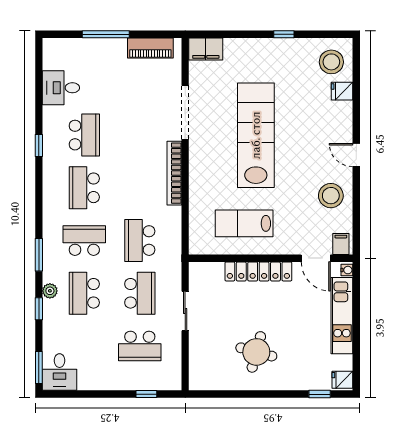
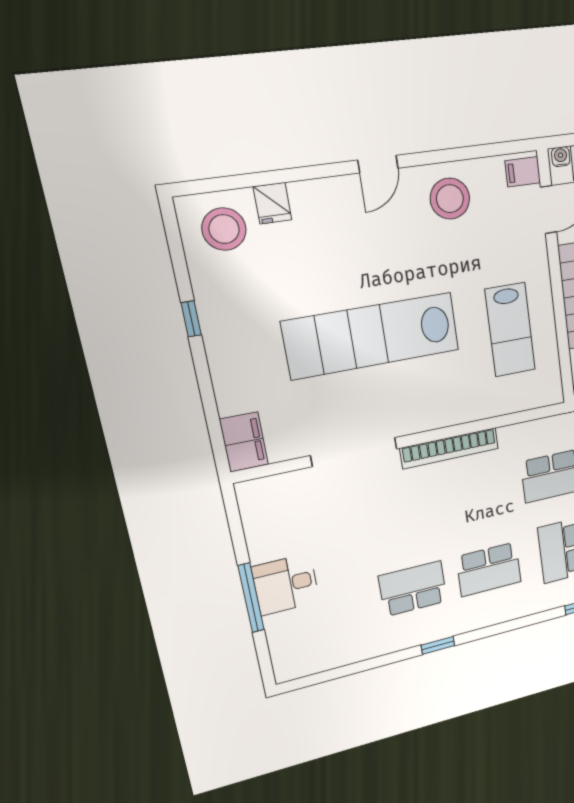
piano: (150, 48) -> (260, 527), removed
desk: (61, 88) -> (286, 584), moved, turned 90

